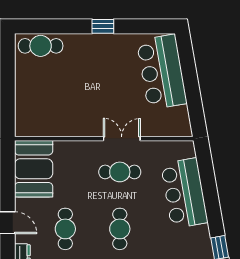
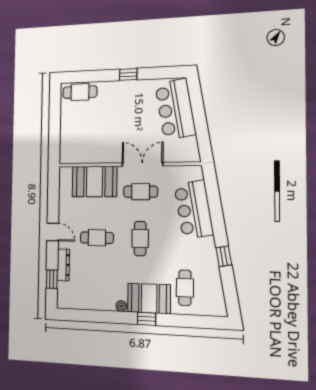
double door: (122, 139) -> (142, 164), width x1.37
booth: (34, 169) -> (94, 182), moved, turned 90
cafe table: (65, 229) -> (97, 238), turned 90

